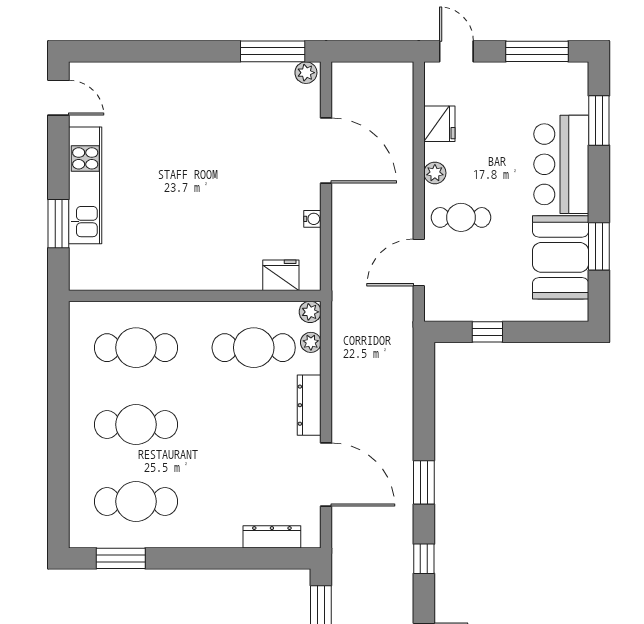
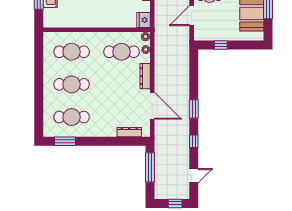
fridge: (281, 275) -> (144, 20), moved, turned -90

